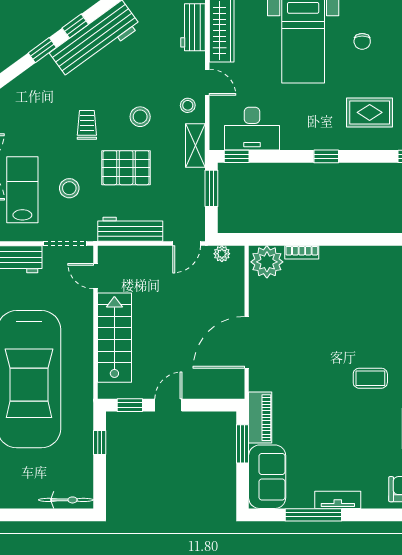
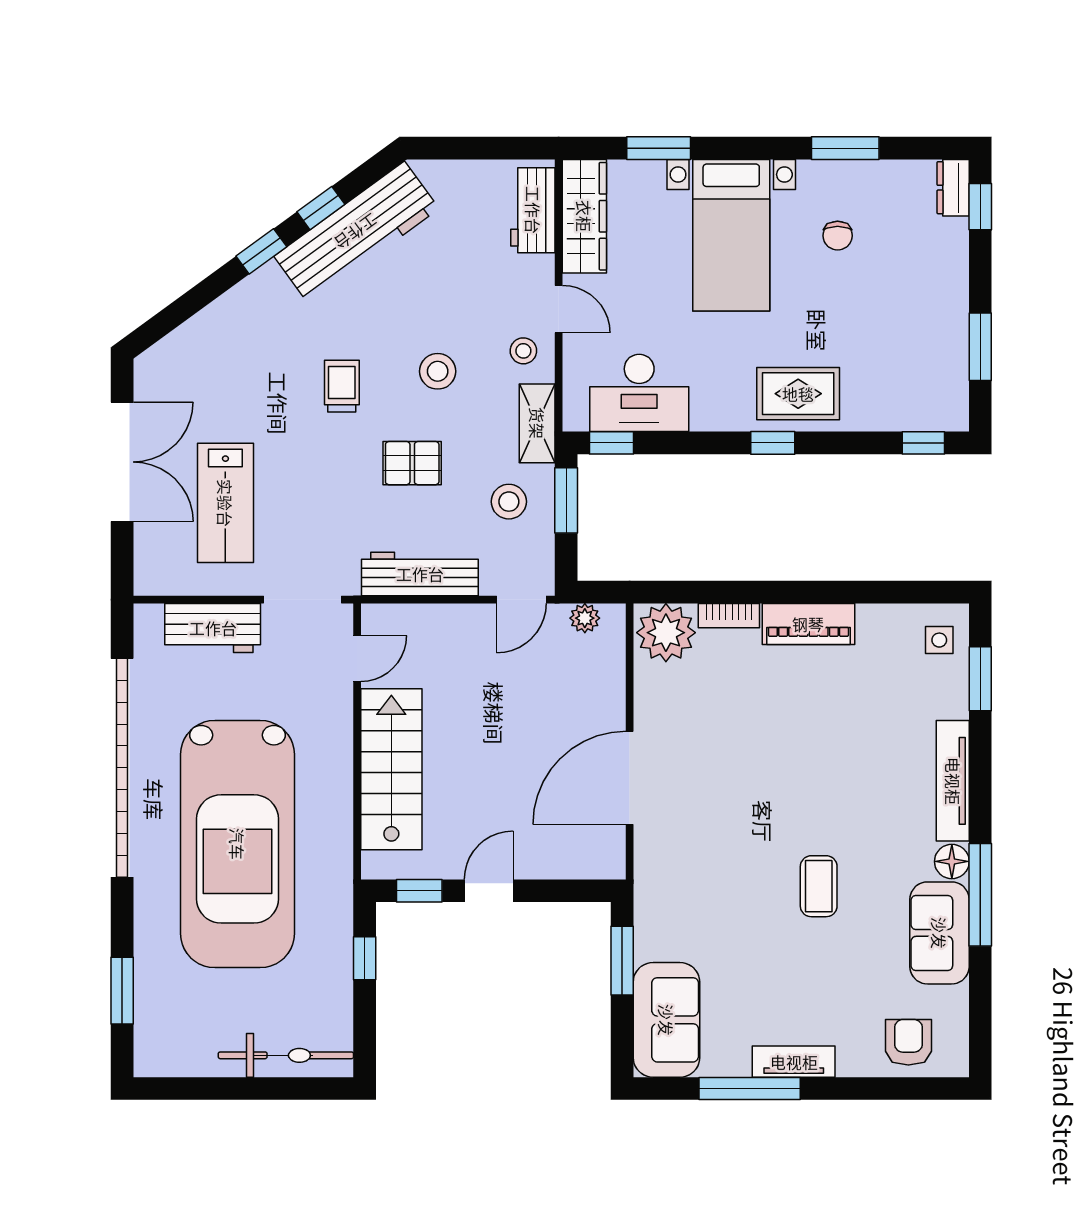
rug: (370, 112) -> (798, 394), moved
pallet: (126, 168) -> (412, 463), width x0.67, depth x0.71
stool: (69, 188) -> (509, 502), moved
lab bench: (22, 190) -> (225, 503), turned 180
door: (95, 276) -> (357, 659), swing flipped
coffee table: (370, 378) -> (819, 886), moved, turned 90
piano: (260, 418) -> (808, 624), moved, turned 90
bicycle: (66, 500) -> (286, 1055), width x1.37, depth x1.40

